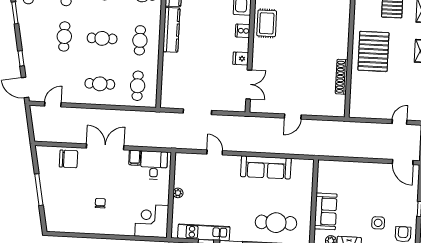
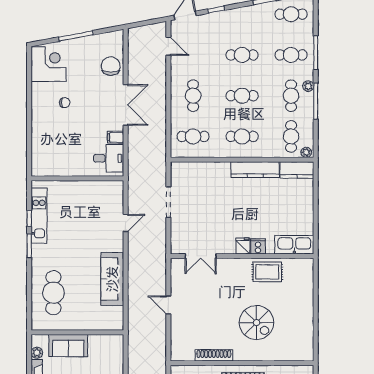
spiral stairs: (313, 36) -> (257, 323), added
cafe table: (102, 38) -> (242, 96), turned 90
fridge: (241, 59) -> (243, 246), moved
chair: (68, 159) -> (111, 66), turned 180
plant: (178, 193) -> (80, 186), removed
corner desk: (152, 221) -> (49, 64), moved

